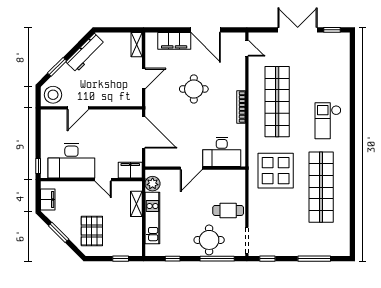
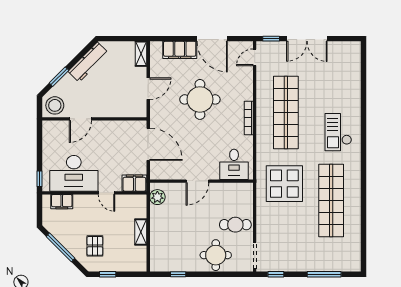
double door: (298, 30) -> (307, 39), swing flipped
window: (332, 30) -> (271, 39), moved
door: (247, 48) -> (255, 57), swing flipped
round table: (194, 89) -> (200, 99), width x1.36, depth x1.36
desk: (222, 152) -> (234, 164), width x0.73
filing cabinet: (48, 200) -> (62, 202), moved, turned 90
shelving: (136, 204) -> (141, 232), moved
kitchen unit: (152, 218) -> (157, 232), removed
pallet: (92, 231) -> (95, 246), width x0.67, depth x0.71
window: (59, 232) -> (60, 247), width x1.44
window: (121, 259) -> (108, 274), moved
window: (217, 259) -> (224, 274), removed

